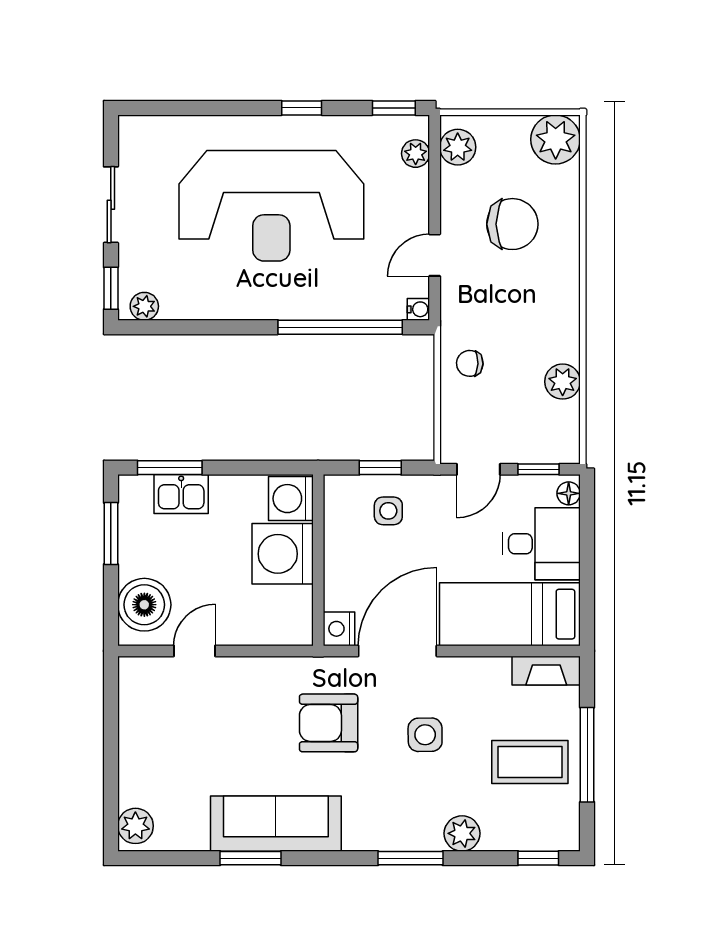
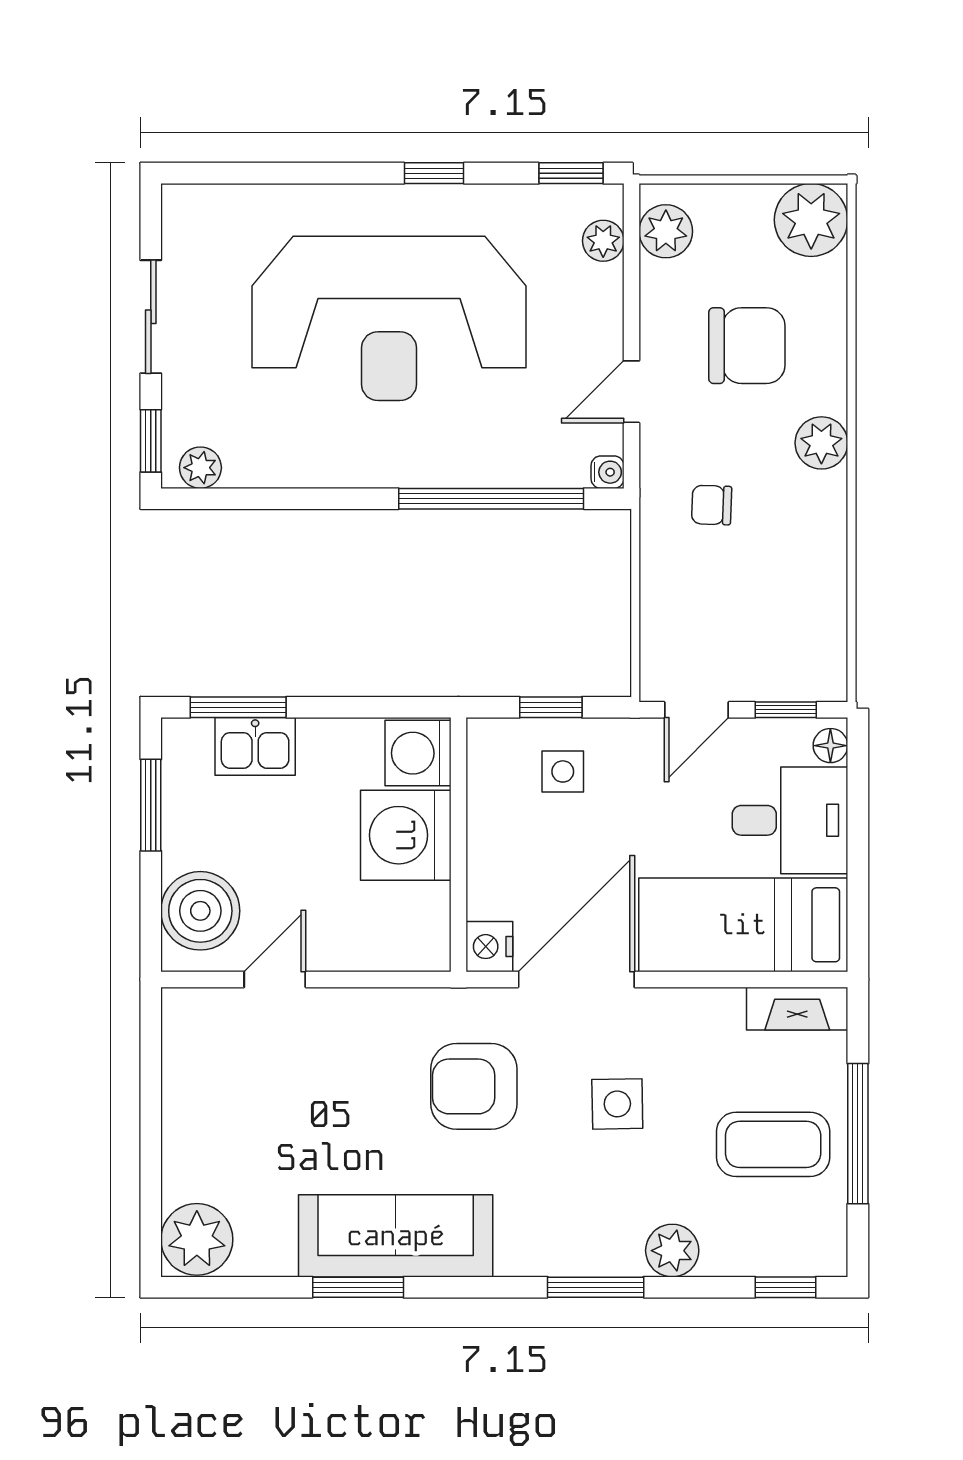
chair: (470, 363) -> (712, 505), moved
plant: (563, 382) -> (821, 443), moved
plant: (135, 826) -> (197, 1239), width x1.36, depth x1.36

